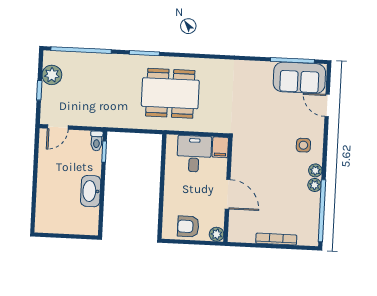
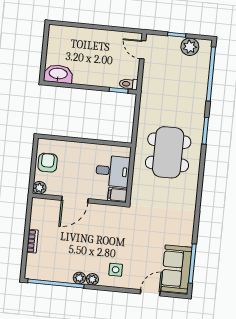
washbasin: (91, 191) -> (58, 74), moved
bookcase: (276, 239) -> (32, 241), width x0.64

